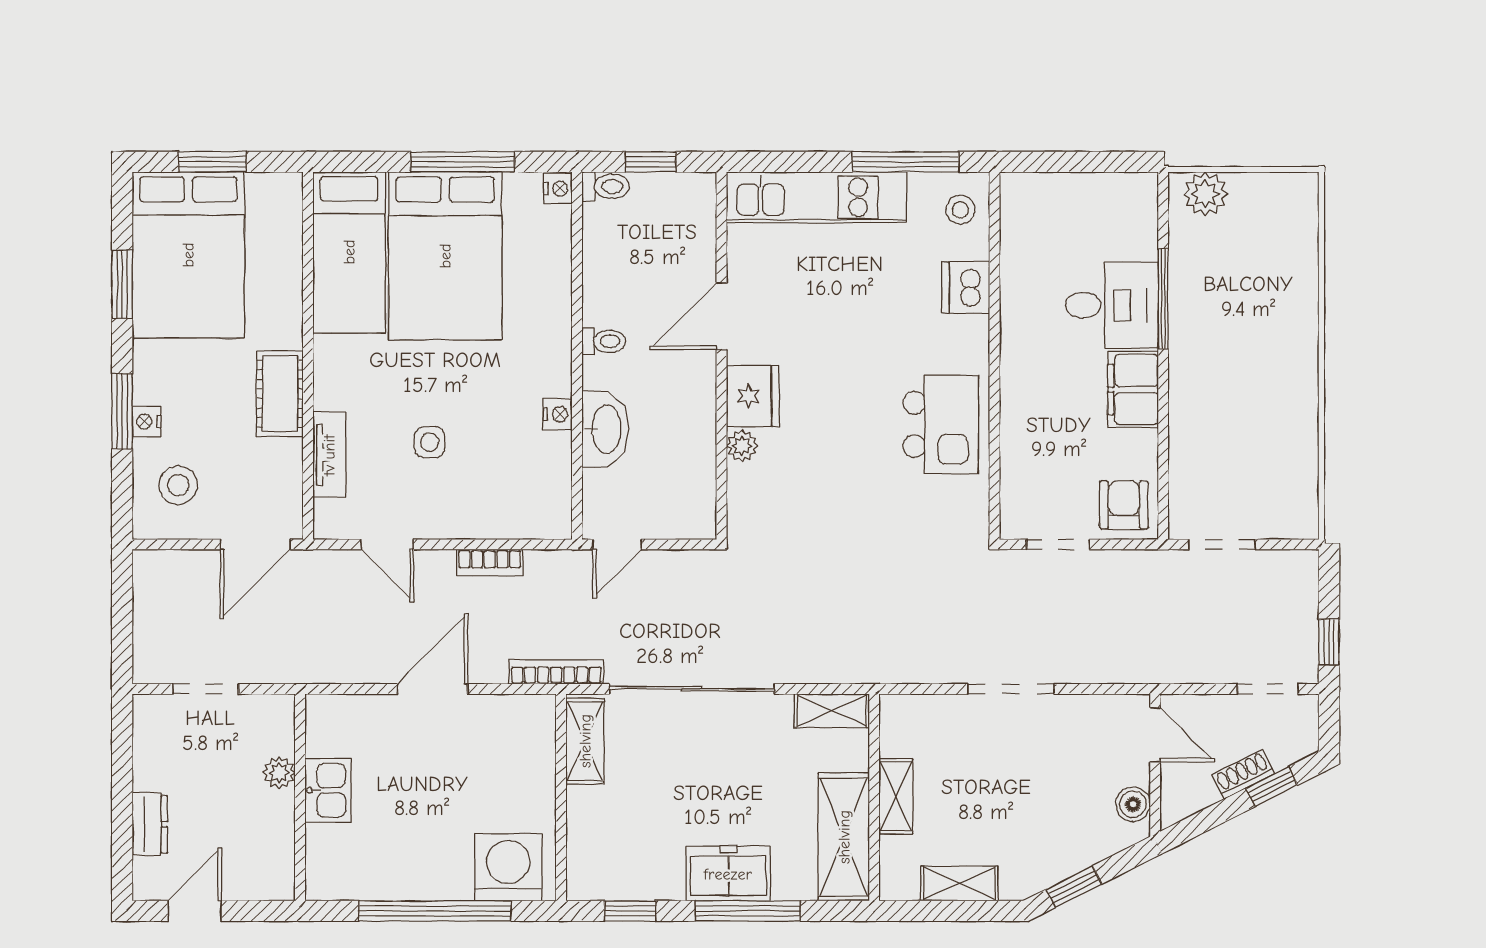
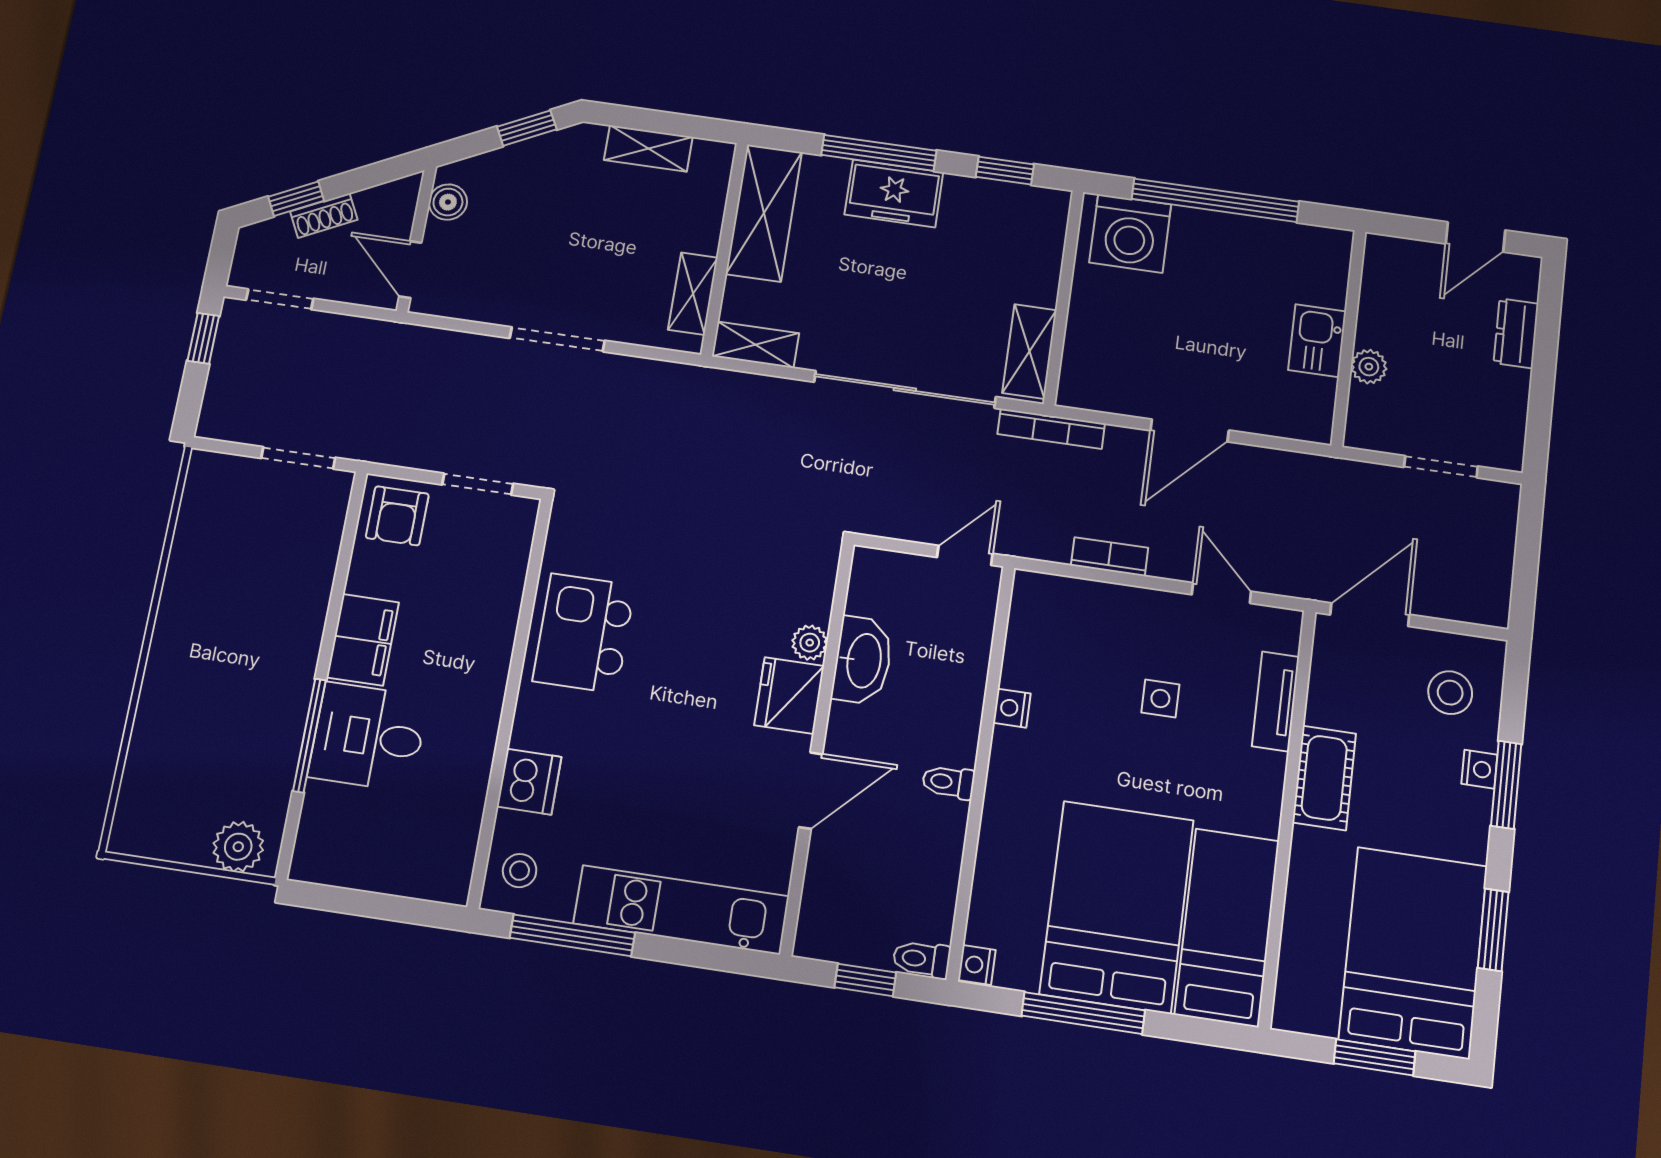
washbasin: (605, 429) -> (863, 660), moved, turned 180
shelving: (896, 796) -> (693, 294), moved

